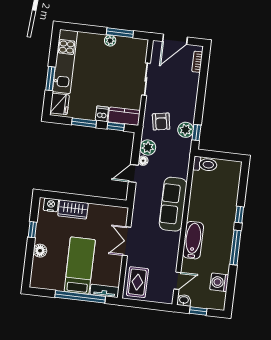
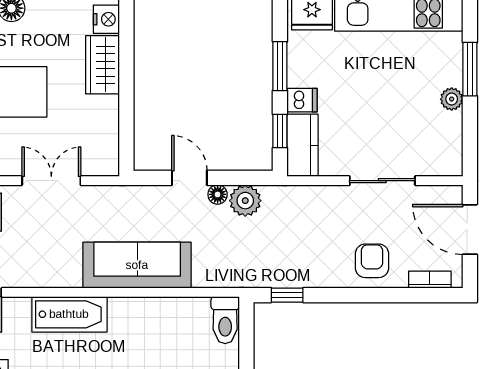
window: (120, 33) -> (470, 69), moved
armchair: (161, 122) -> (372, 261), moved, turned 100
plant: (186, 130) -> (290, 272), removed

